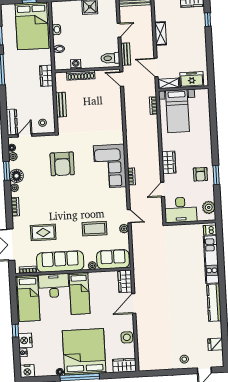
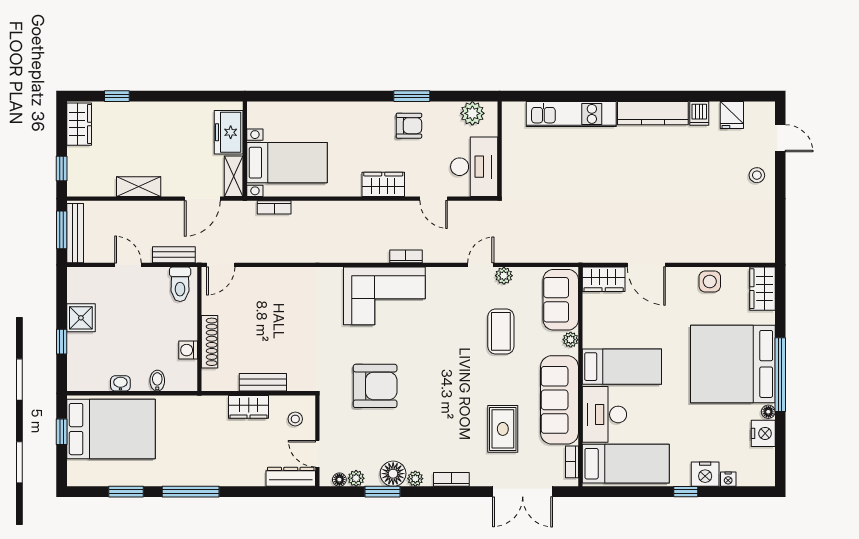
wardrobe: (46, 76) -> (249, 407), moved
dishwasher: (210, 230) -> (699, 113), moved
nightstand: (27, 371) -> (763, 433), moved

